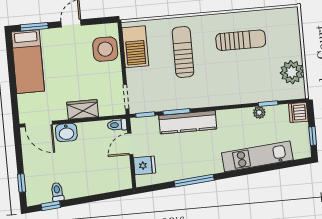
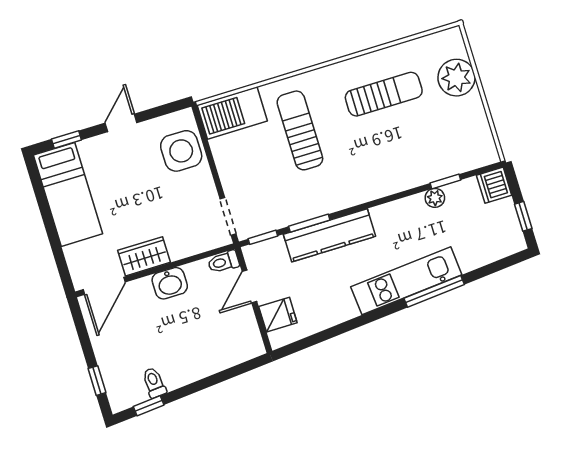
window: (34, 27) -> (66, 140), width x0.67
barbecue: (135, 47) -> (232, 113), moved, turned 90
plant: (292, 72) -> (456, 78), moved
wardrobe: (83, 109) -> (144, 256), moved
door: (39, 124) -> (104, 286), hinge flipped
washbasin: (66, 132) -> (170, 283), moved
kitchen unit: (257, 156) -> (406, 281), moved
window: (194, 181) -> (434, 291), moved

